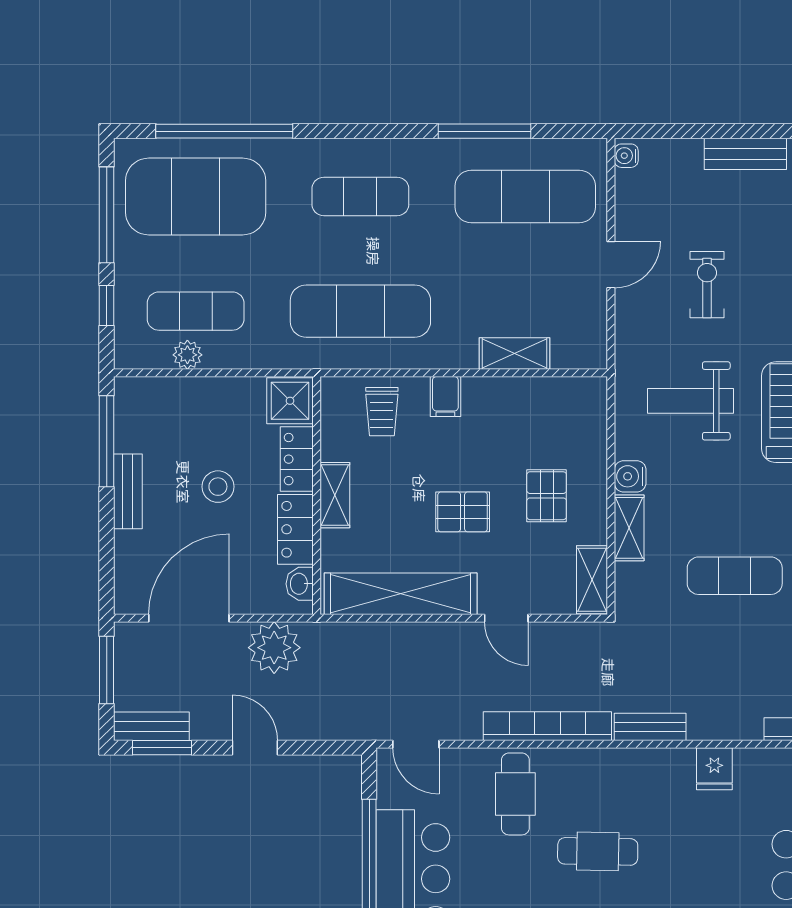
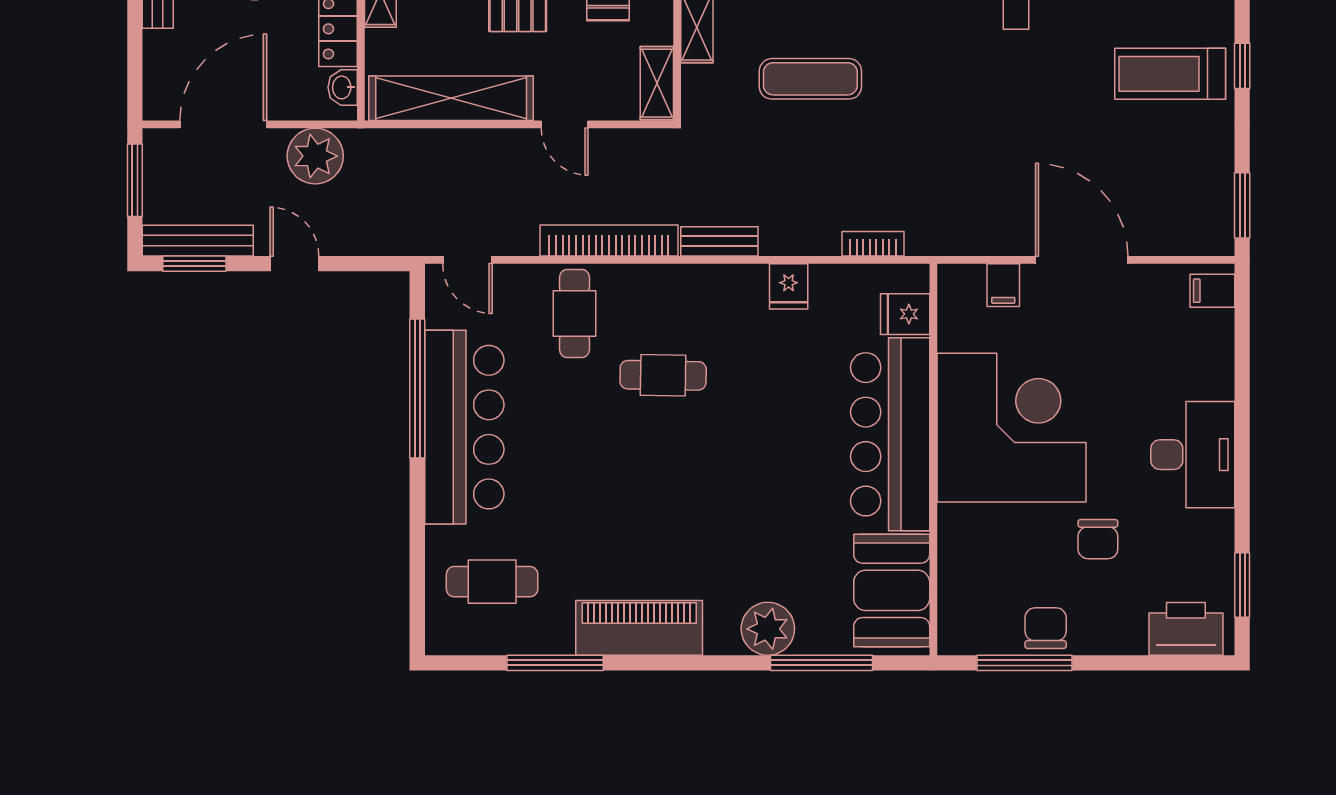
bench: (151, 726) -> (198, 241), width x1.36

